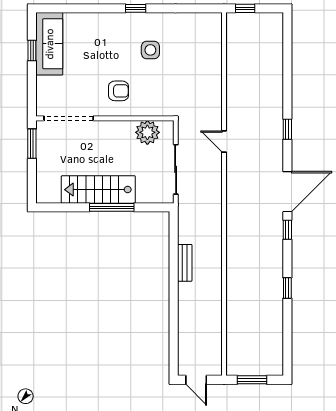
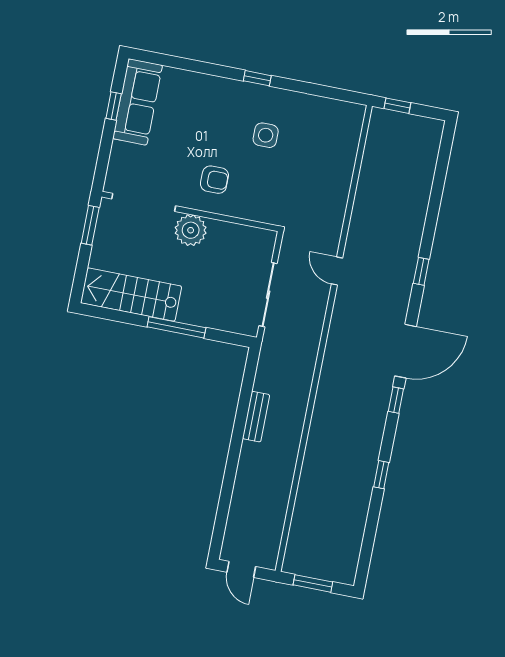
plant: (147, 132) -> (191, 230), moved
stairs: (98, 190) -> (131, 295), moved

